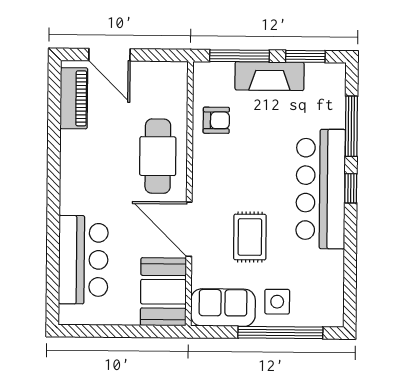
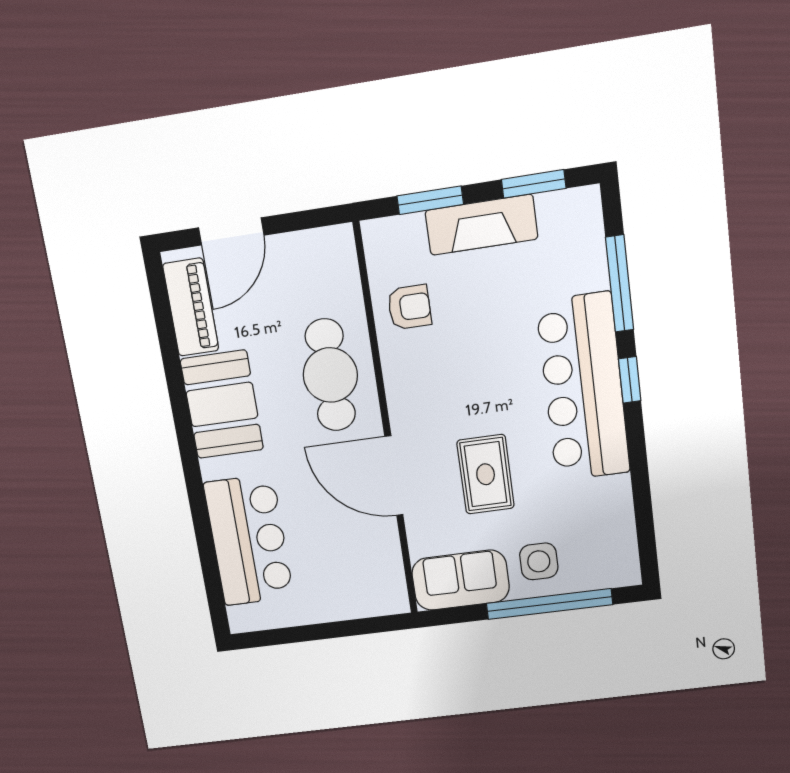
door: (109, 55) -> (231, 232), hinge flipped
window: (239, 56) -> (430, 200), width x0.69
booth: (163, 292) -> (222, 404), moved

